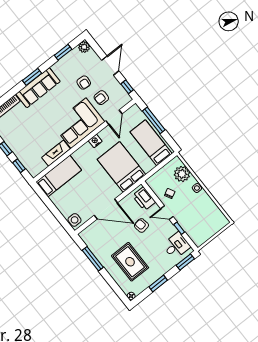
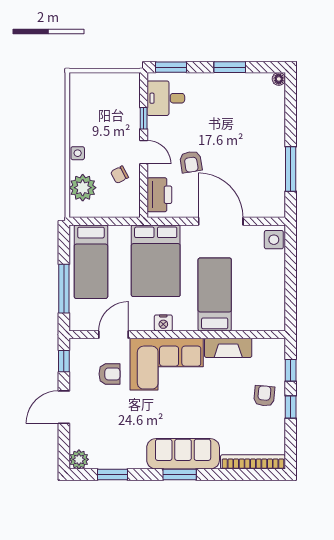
armchair: (84, 83) -> (264, 396), moved
bed: (59, 176) -> (215, 294), moved, turned 90
rug: (130, 262) -> (244, 126), removed

